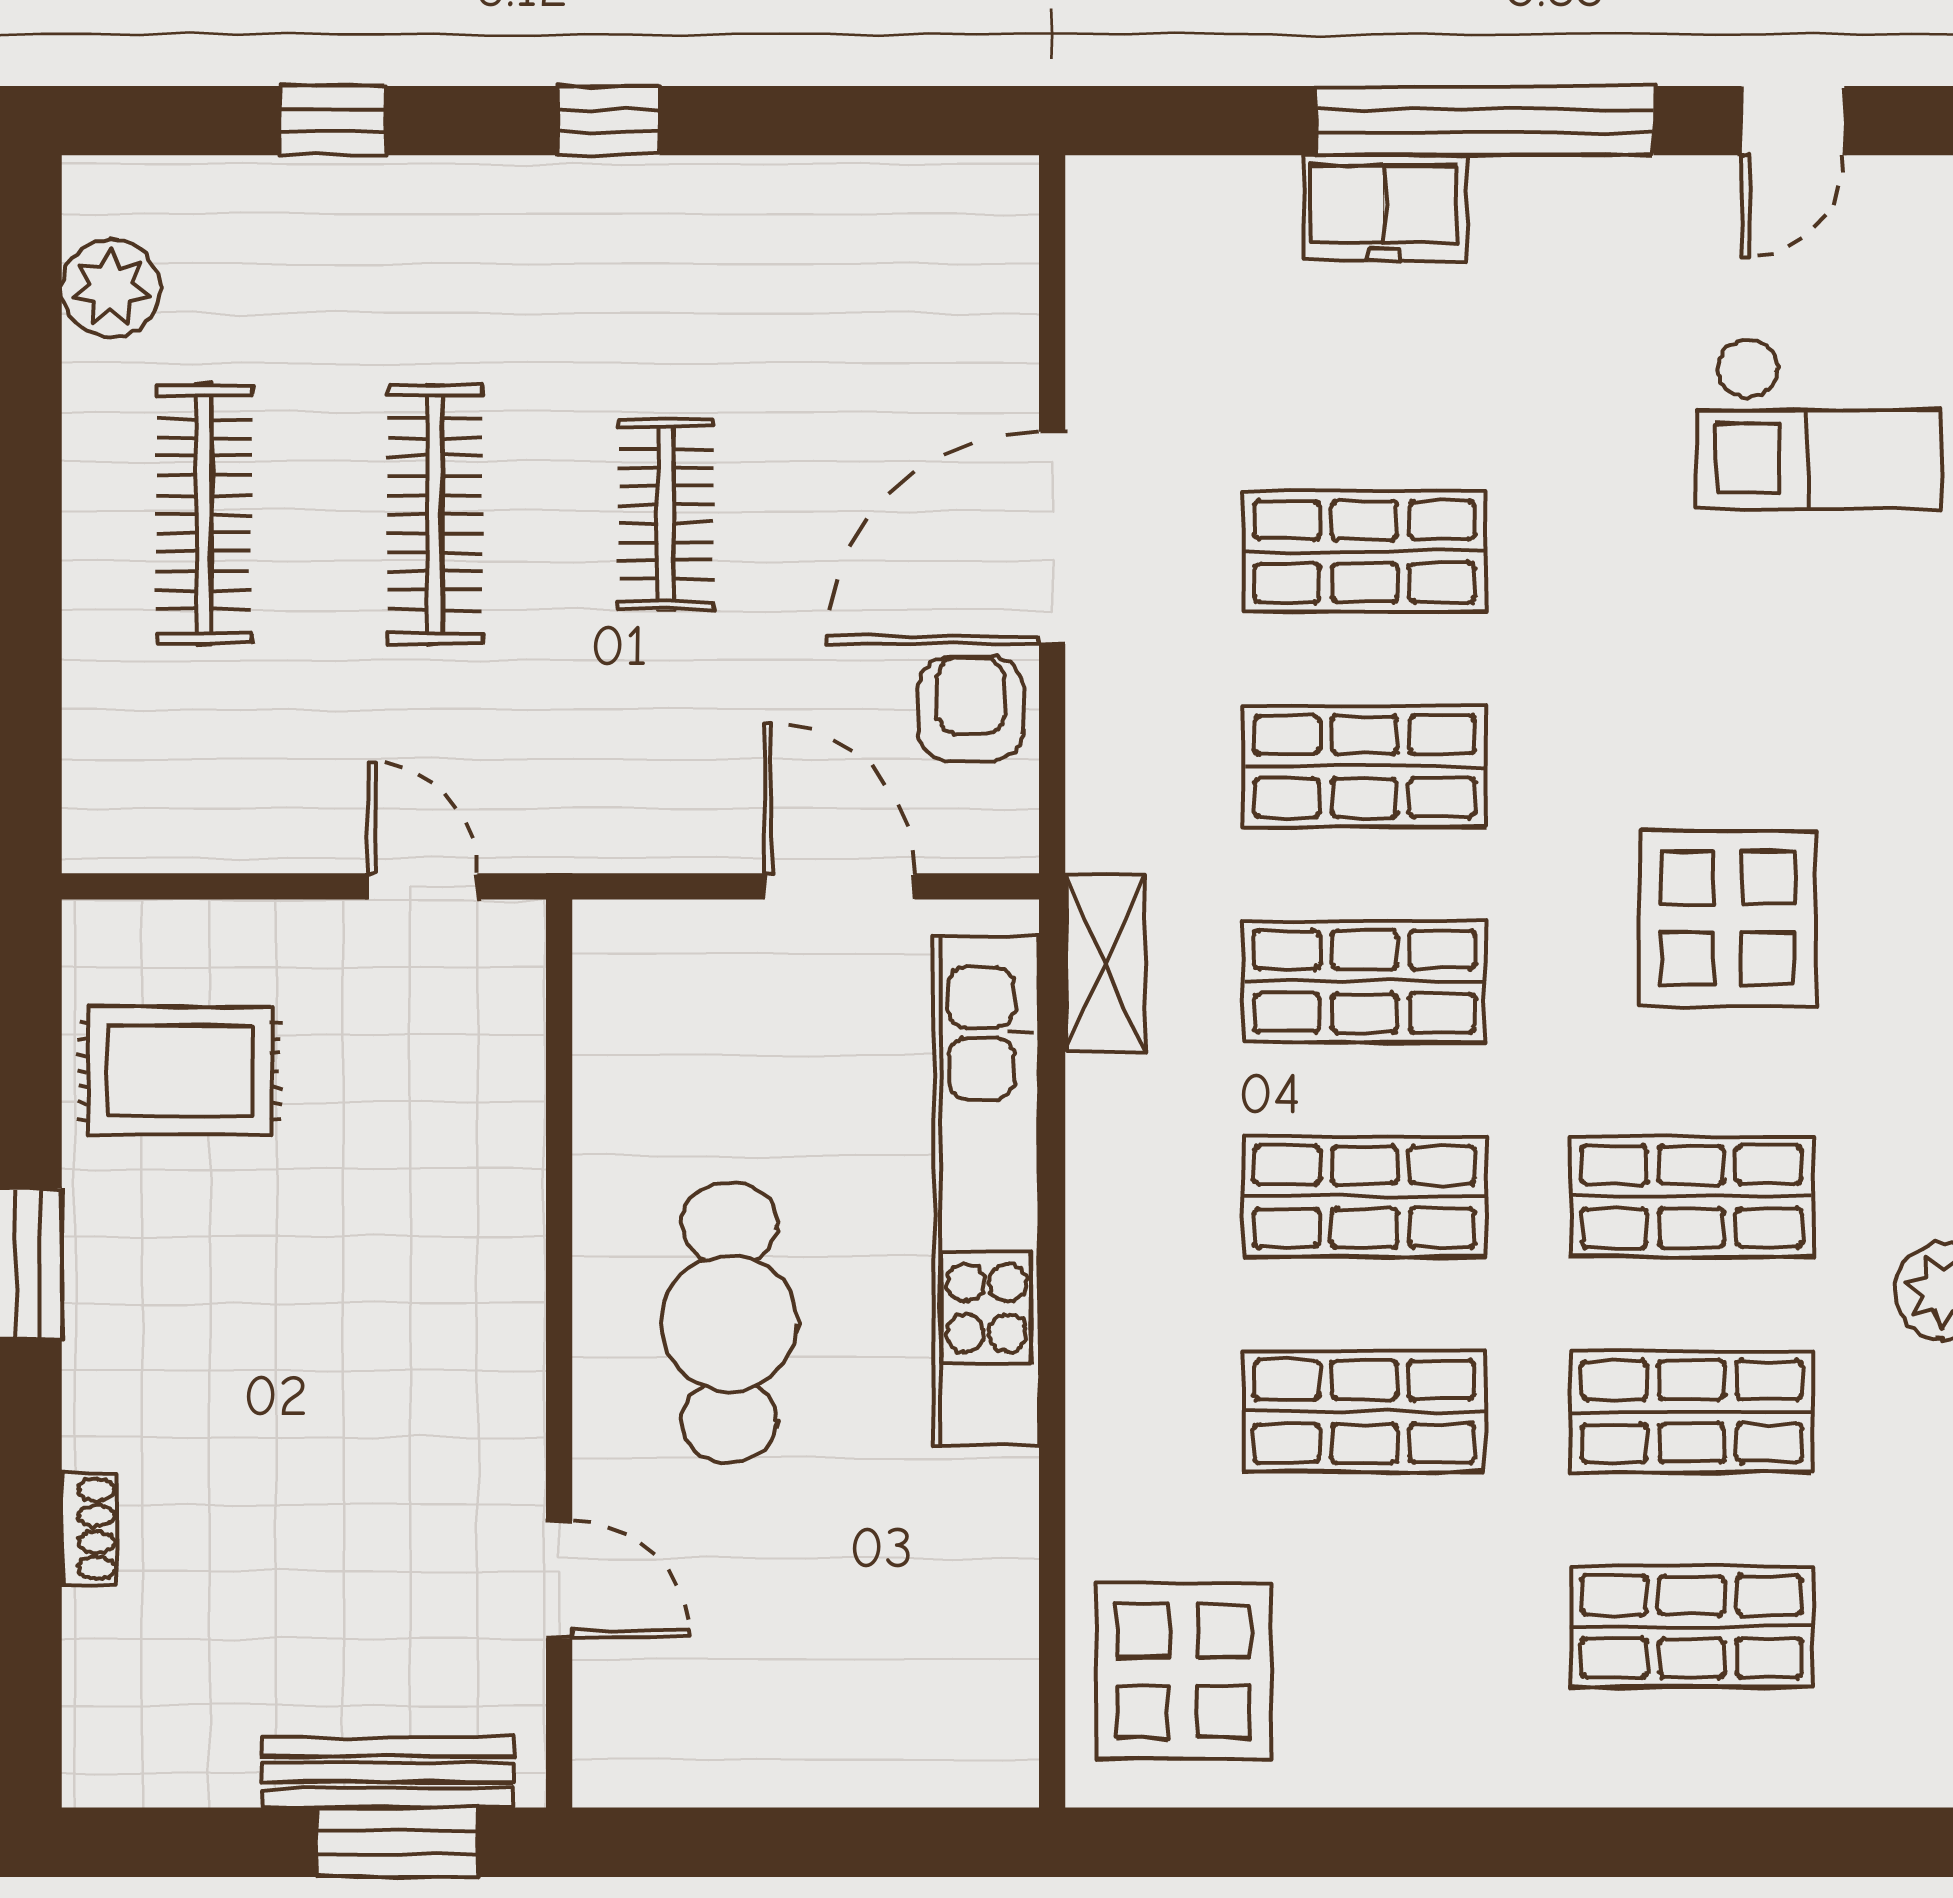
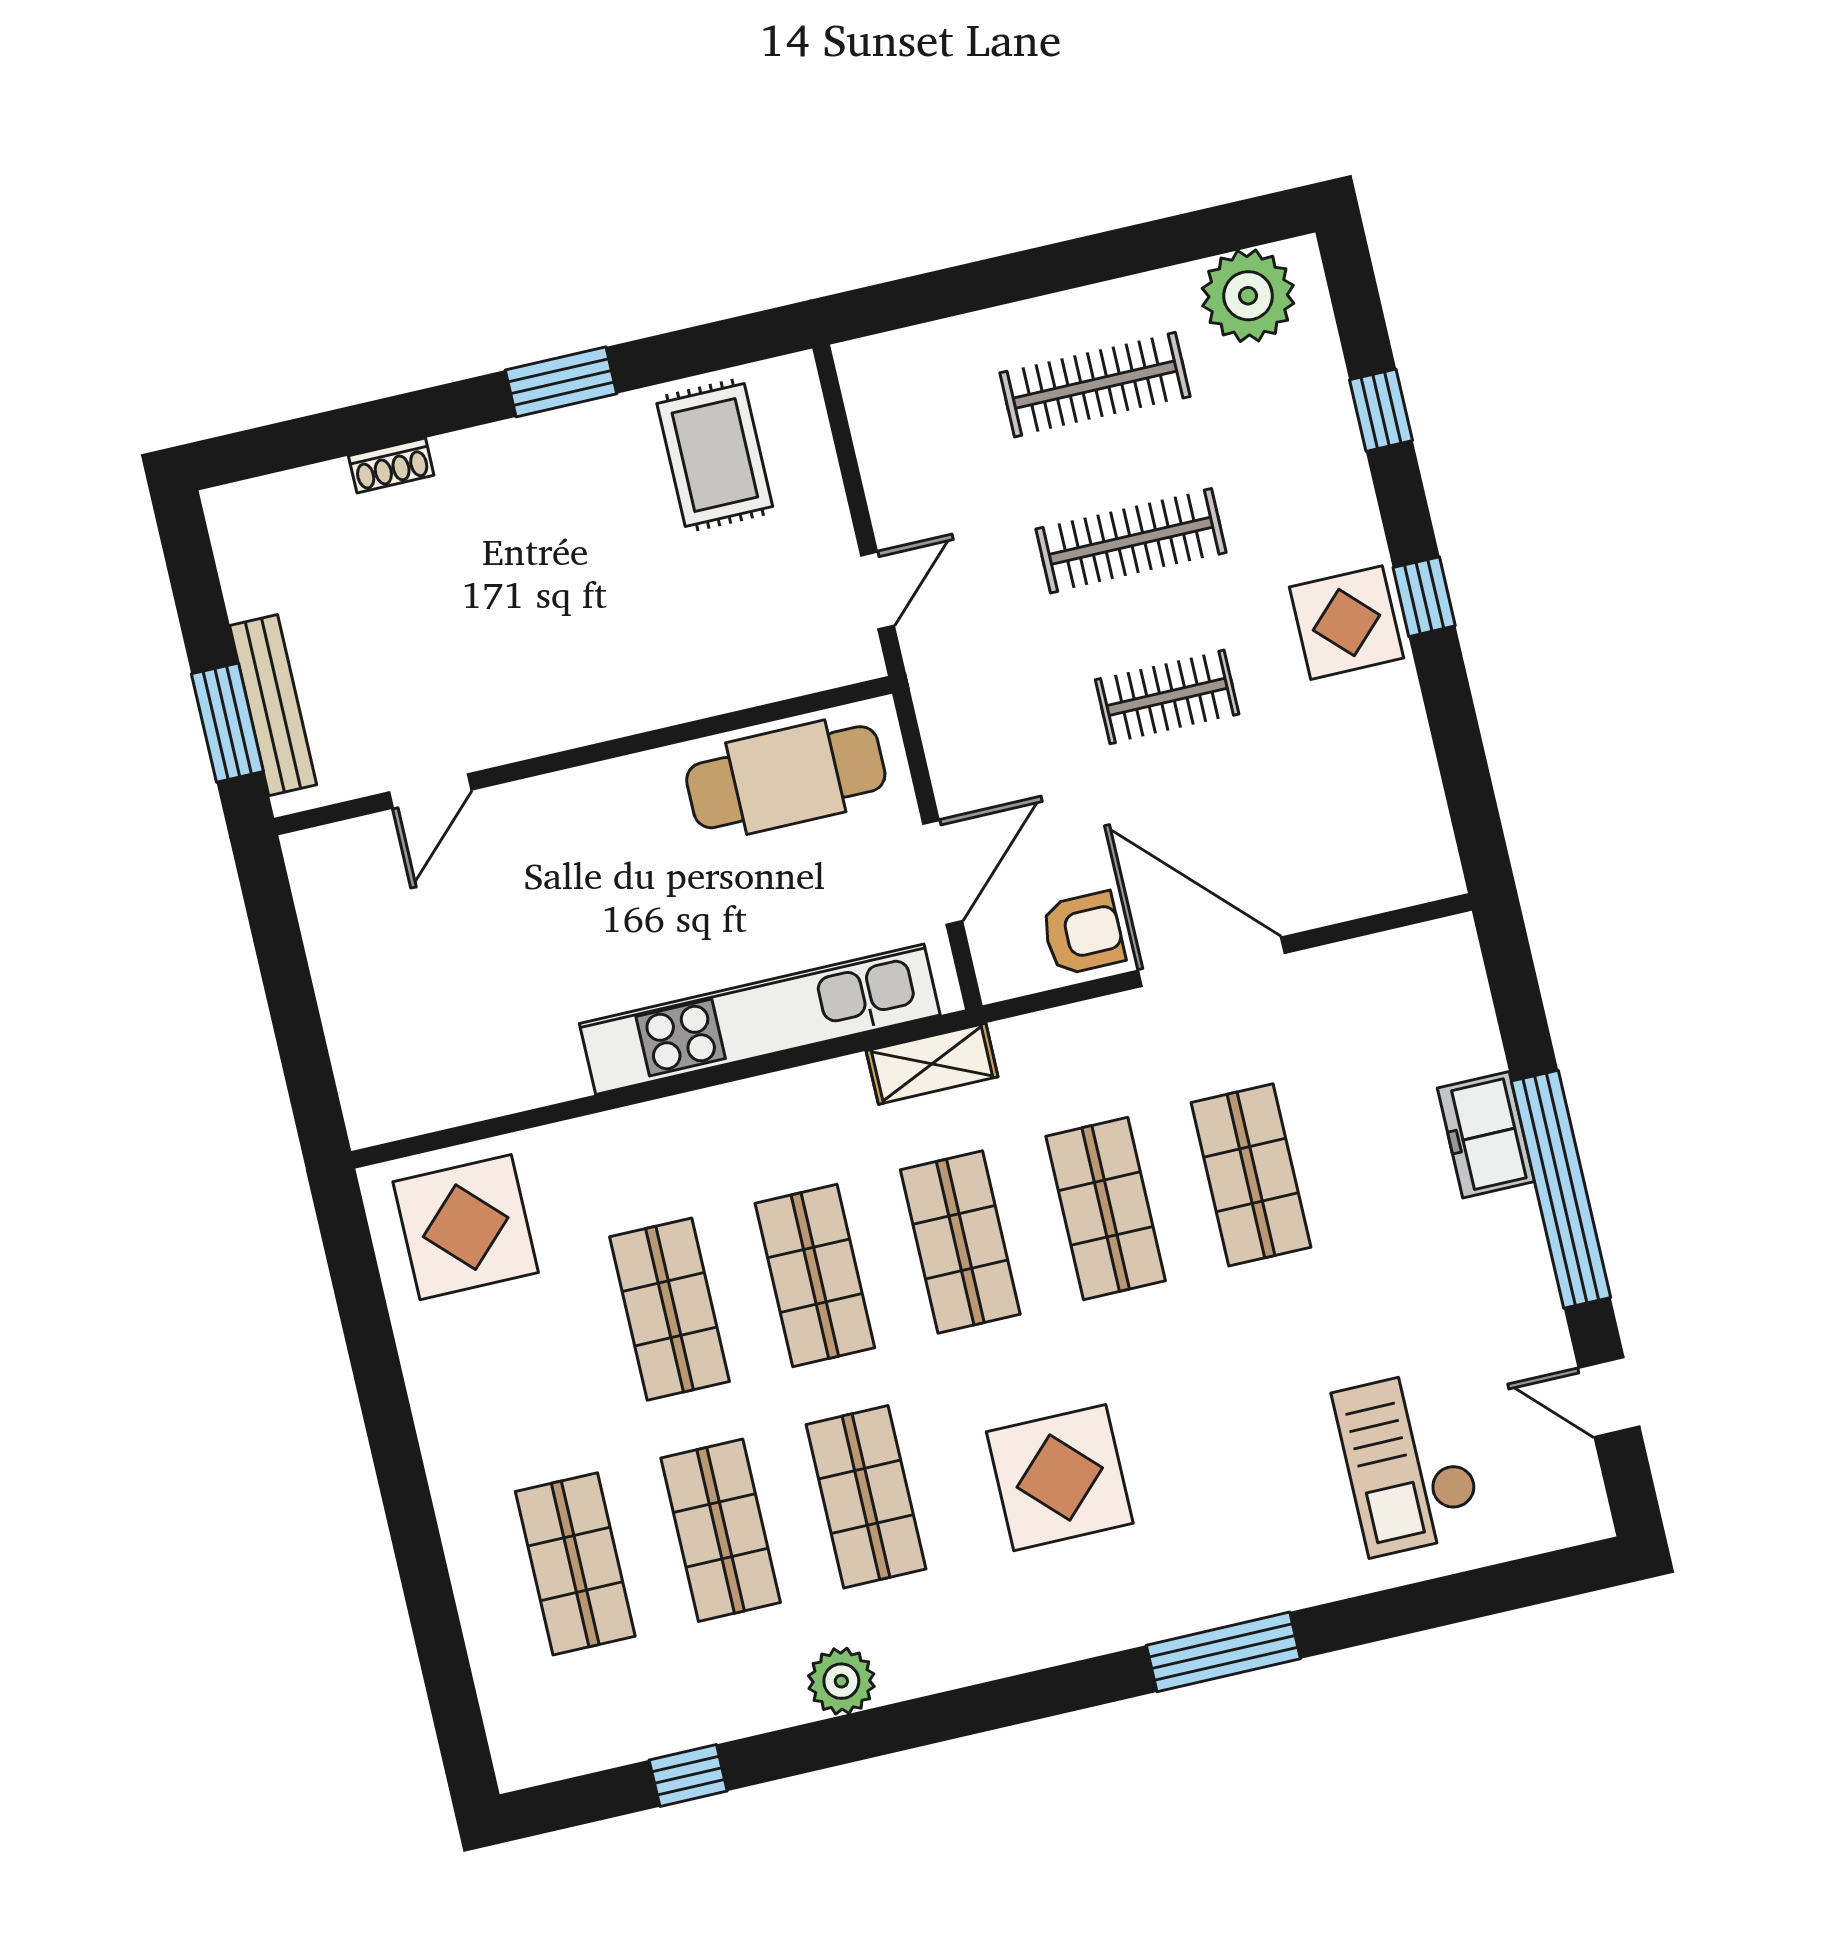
display table: (620, 238) -> (1346, 623), added
plant: (111, 288) -> (1248, 296), width x1.36, depth x1.36
cafe table: (729, 1322) -> (786, 777), moved

